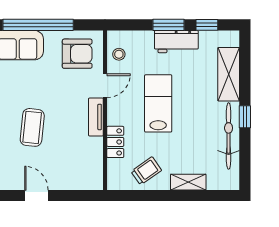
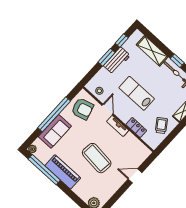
armchair: (77, 54) -> (82, 109), turned 74
coffee table: (32, 127) -> (97, 158), width x1.36, depth x1.32
door: (36, 195) -> (135, 176), moved

